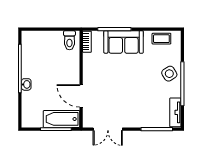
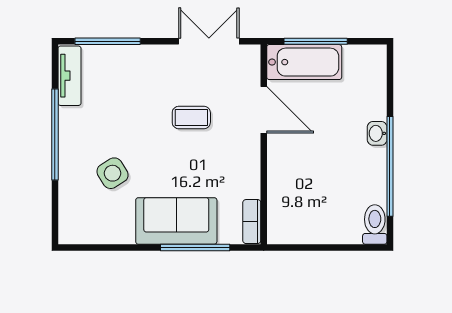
coffee table: (161, 39) -> (191, 117), moved
toilet: (69, 40) -> (375, 225), moved
side table: (169, 74) -> (113, 173), moved

